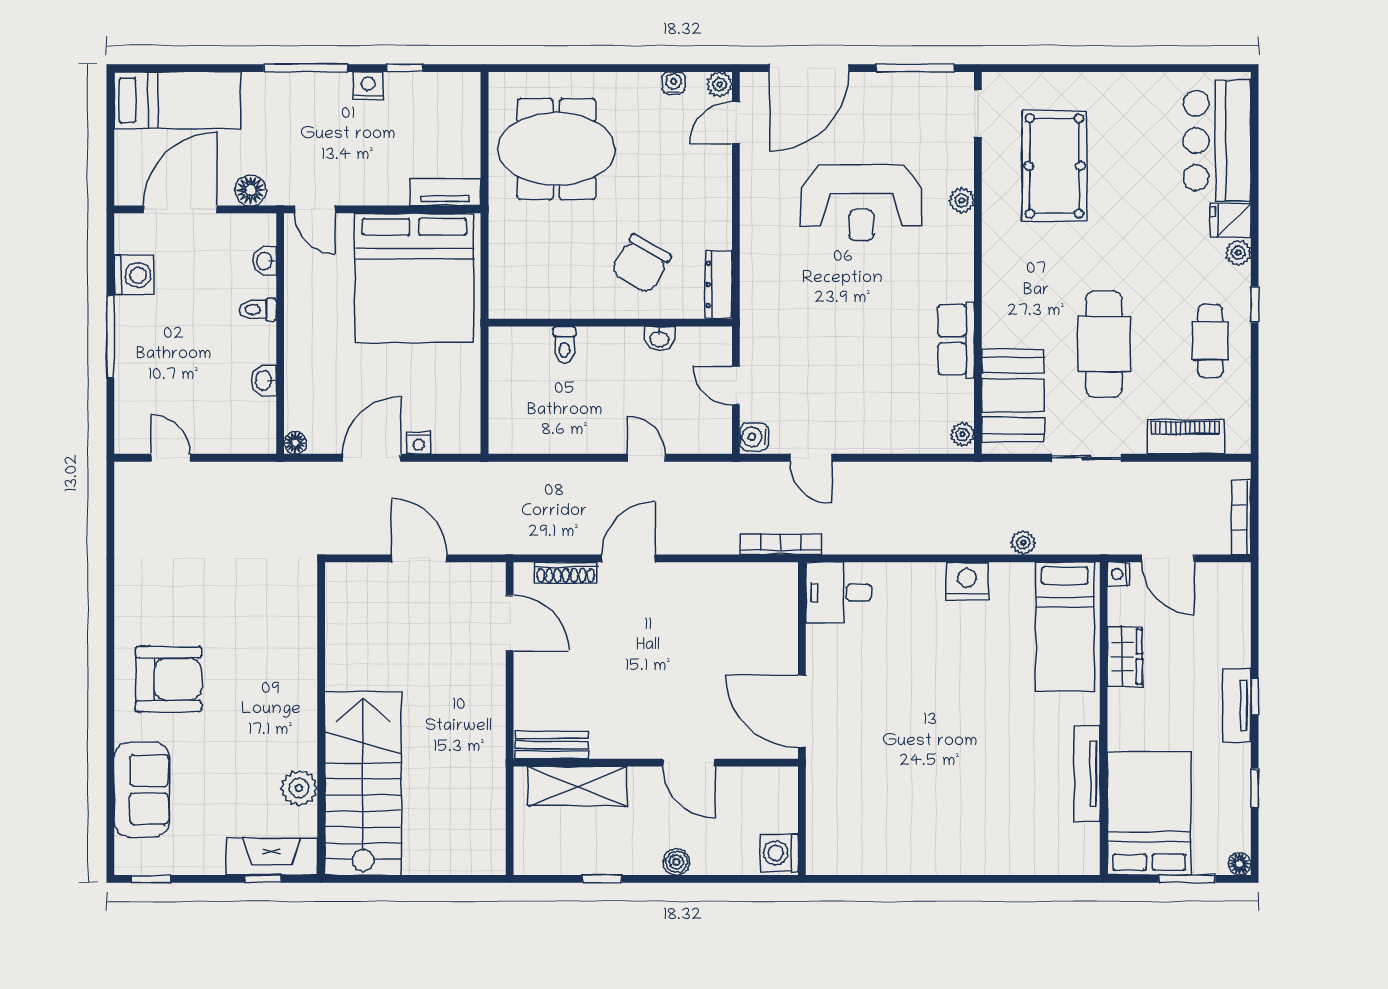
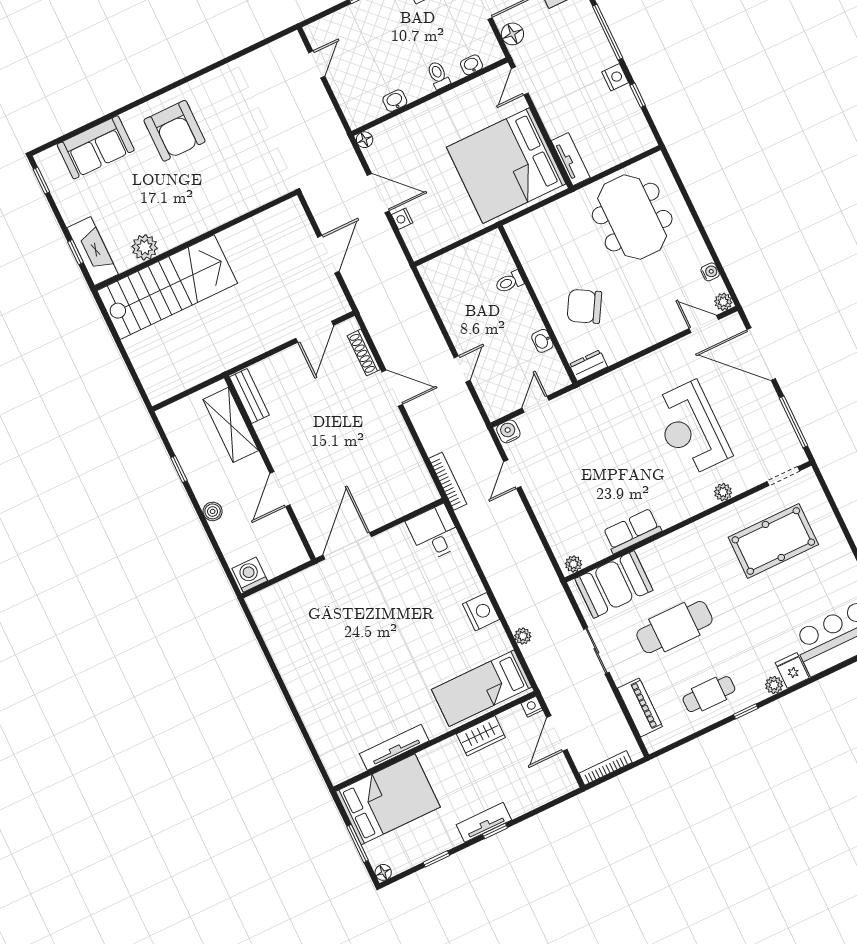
dresser: (719, 284) -> (588, 366), width x0.70

